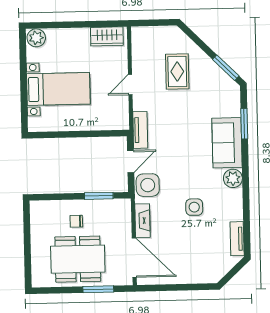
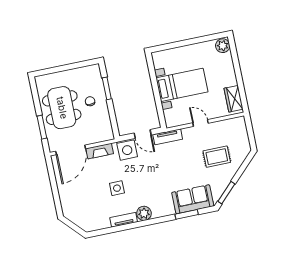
bed with nightstands: (58, 89) -> (182, 85), moved, turned -90
sofa: (227, 143) -> (193, 199), moved
window: (99, 196) -> (107, 88), moved
tv unit: (237, 239) -> (124, 220), moved

